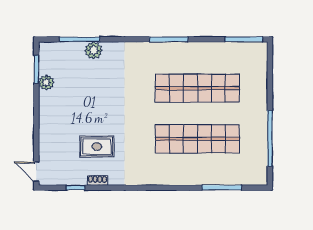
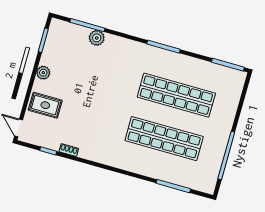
plant: (46, 83) -> (43, 73), moved
rug: (97, 146) -> (45, 105), moved

